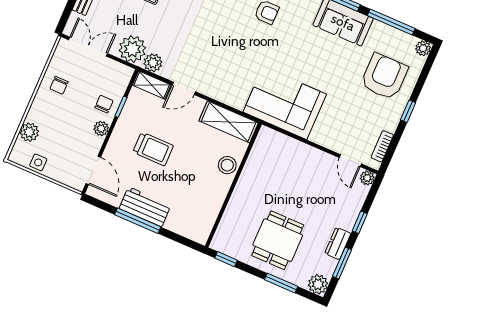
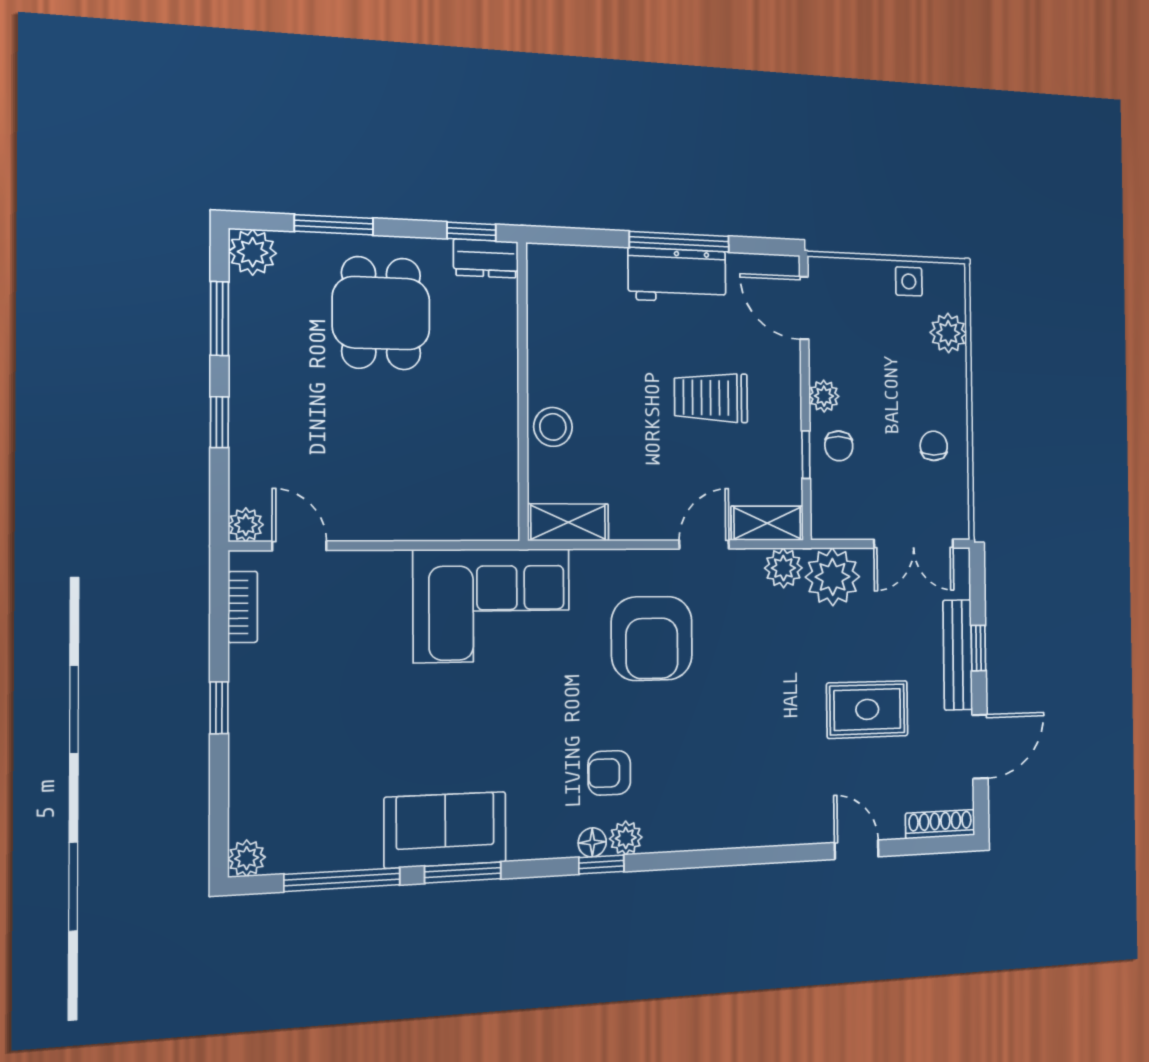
armchair: (384, 76) -> (652, 638), moved
shelving: (229, 122) -> (568, 522), width x0.67, depth x0.75
dresser: (338, 243) -> (486, 258), moved, turned 90

